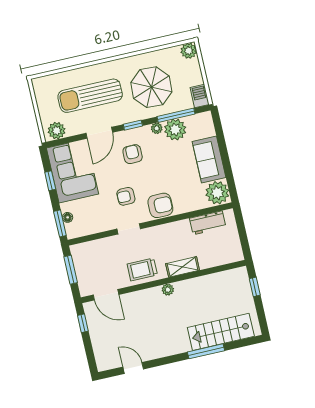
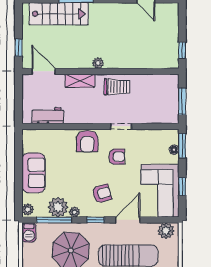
armchair: (133, 154) -> (102, 194), turned -107
plant: (217, 193) -> (28, 209), moved, width x0.53, depth x0.53
armchair: (160, 205) -> (87, 141), turned -90
door: (106, 295) -> (44, 71), moved

